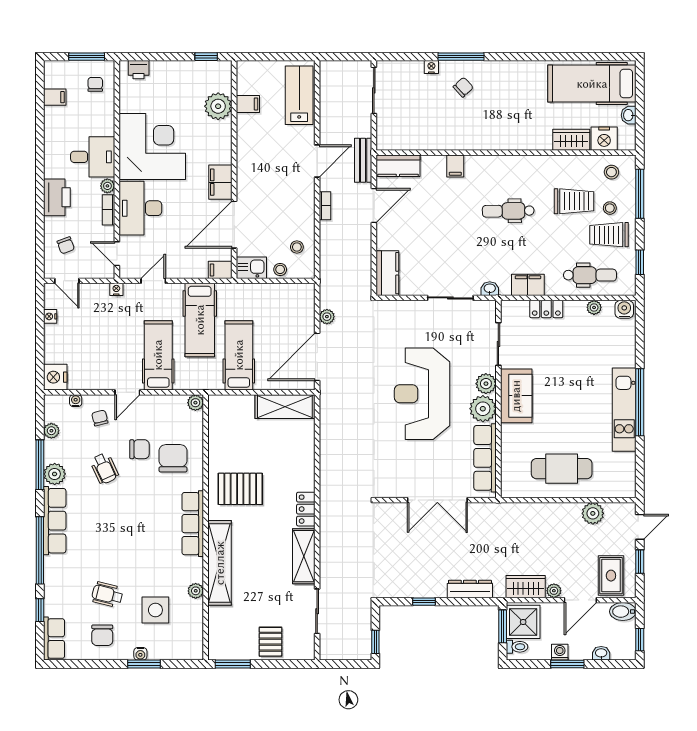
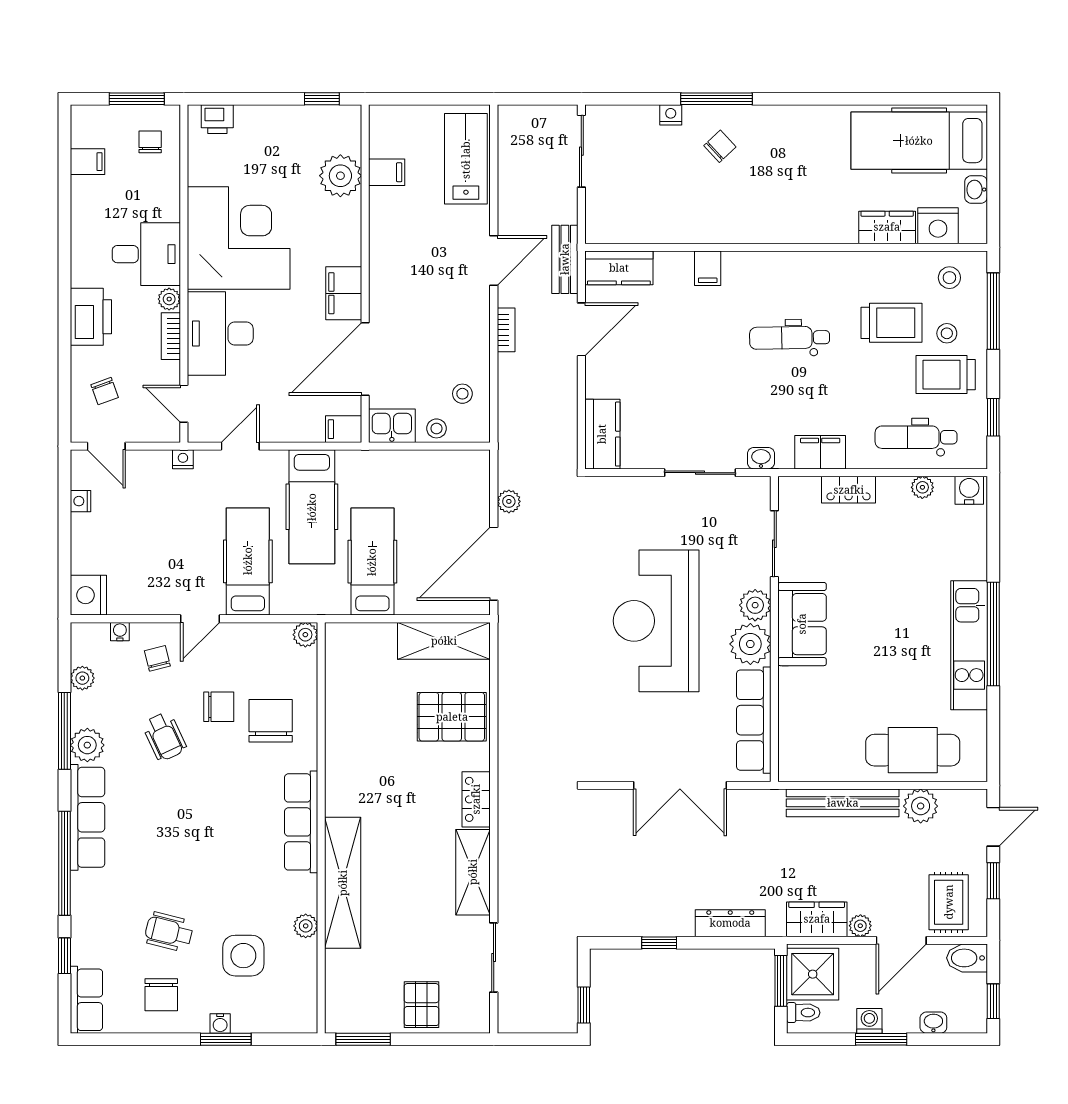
dental chair: (590, 275) -> (916, 437), turned 180
cafe table: (562, 469) -> (913, 750), moved
pallet: (240, 489) -> (452, 717), moved
bench: (543, 511) -> (843, 803), added

